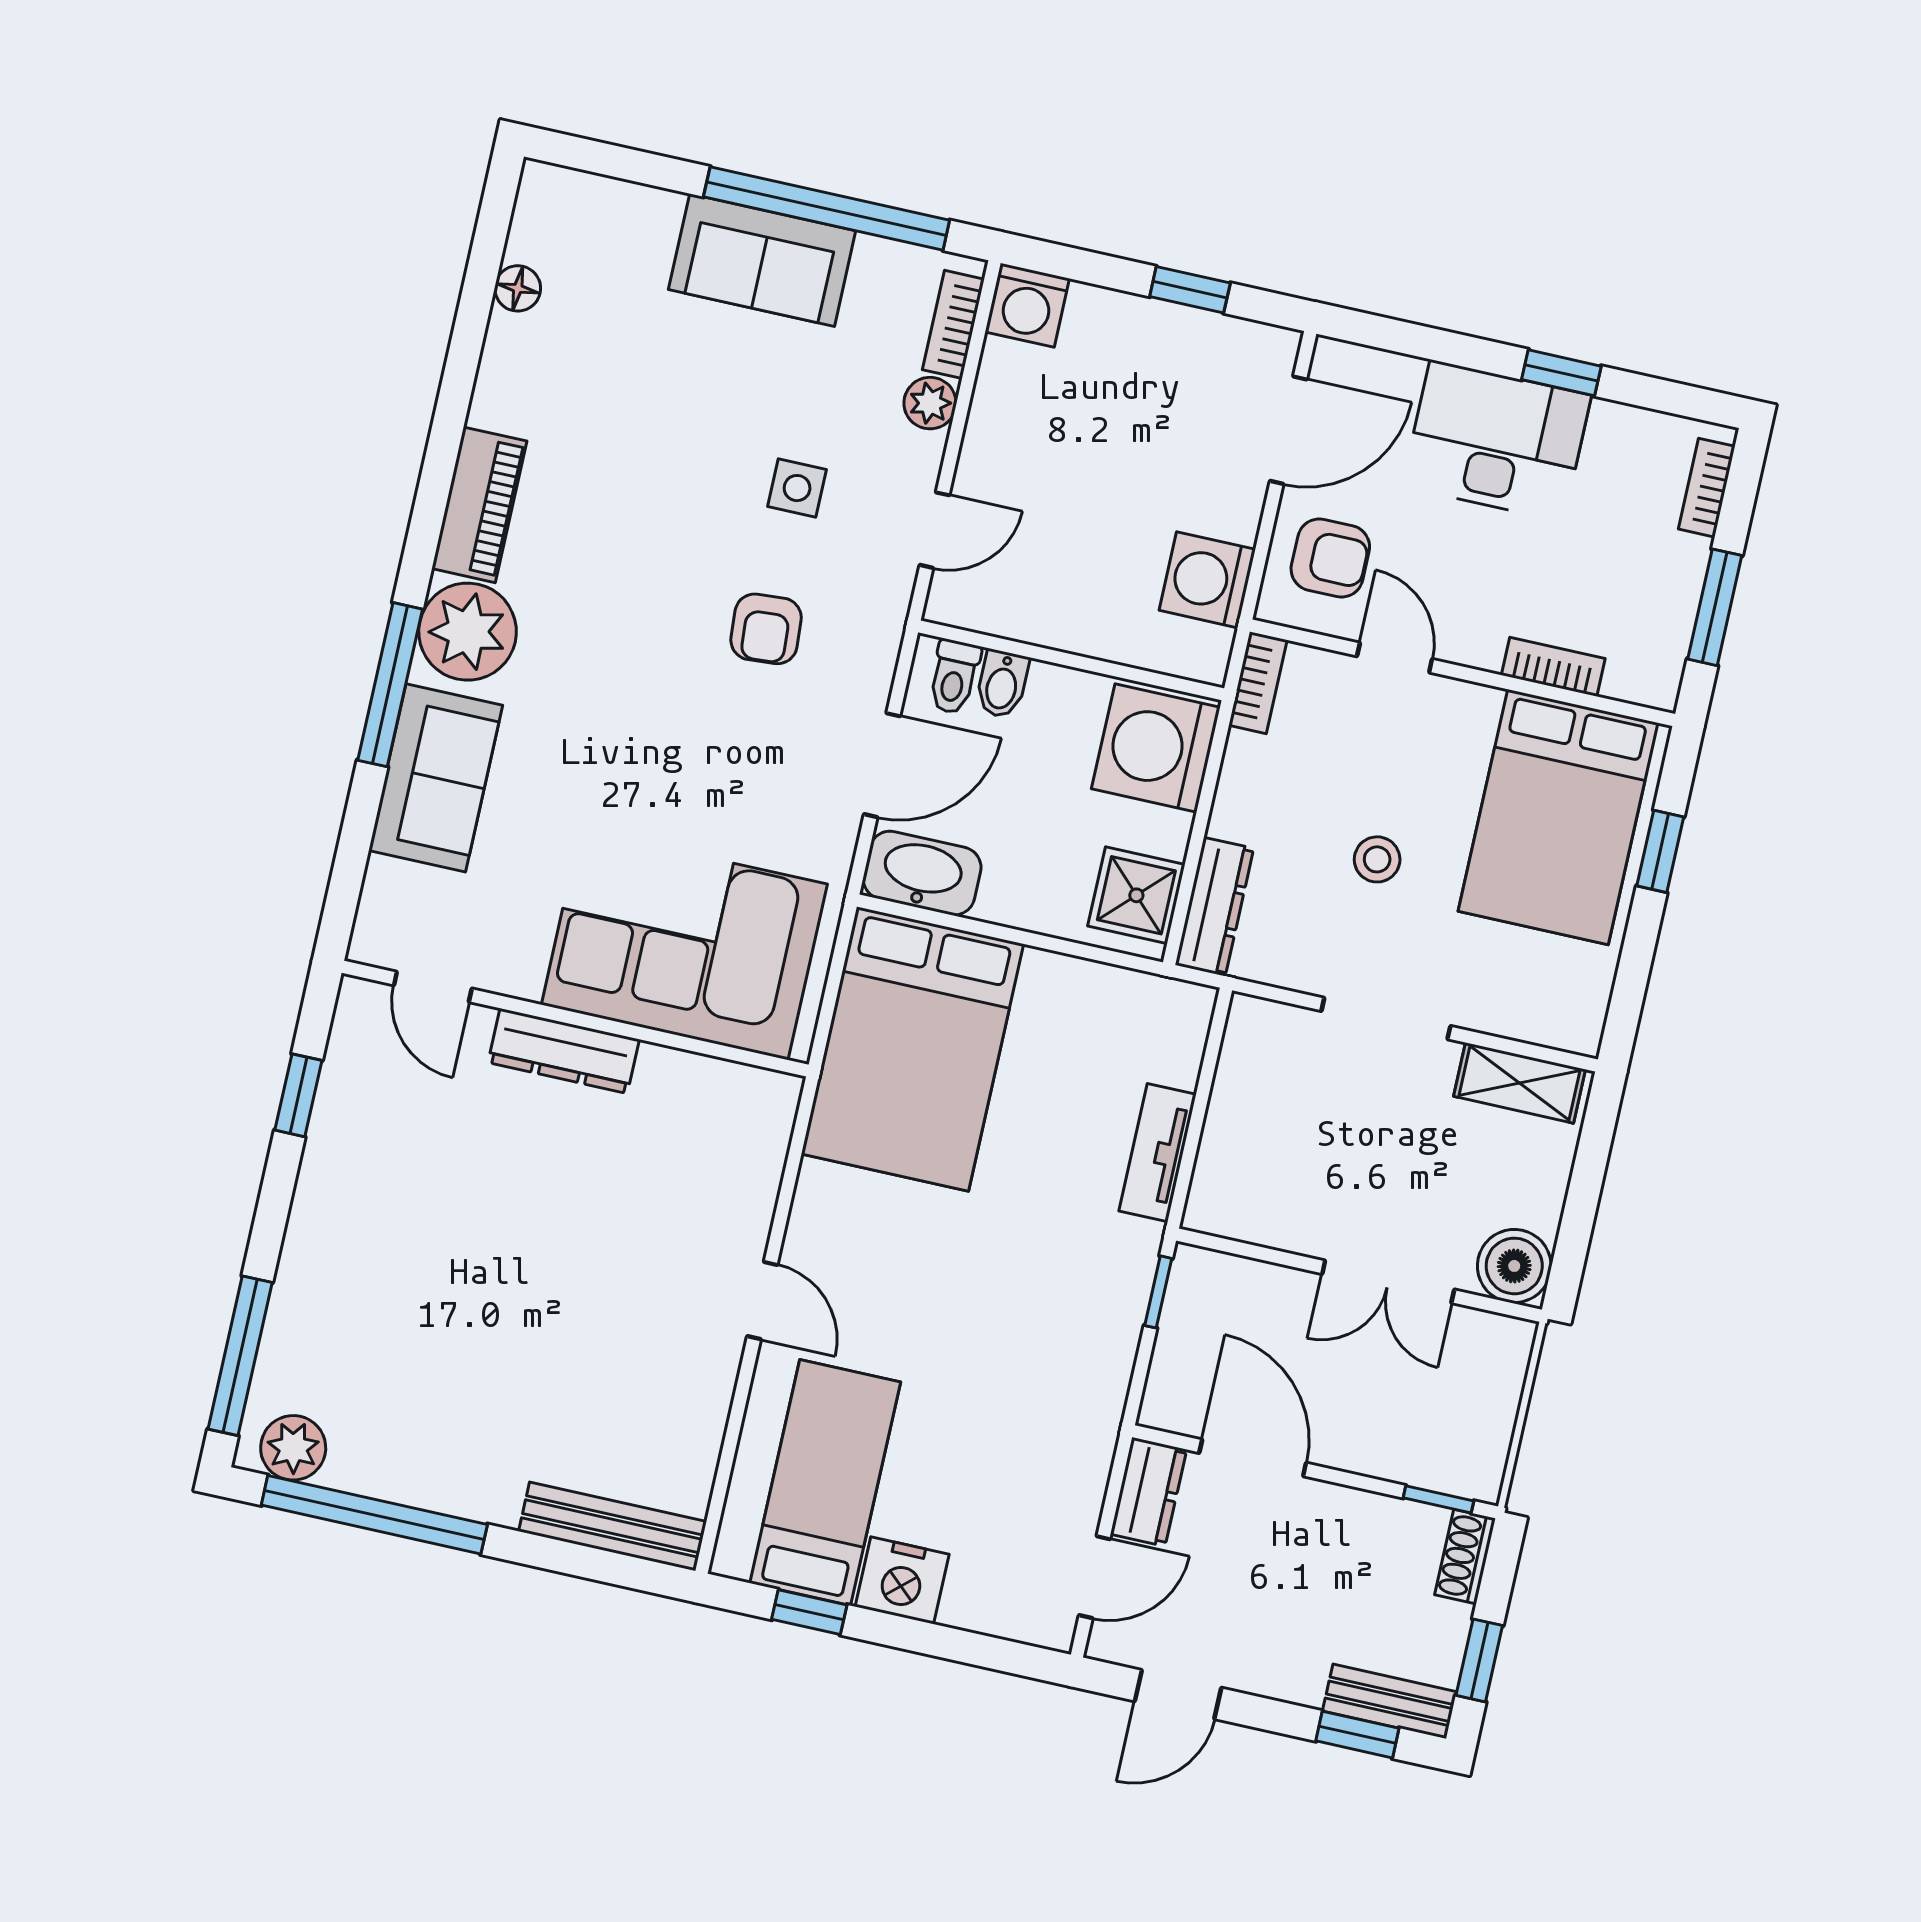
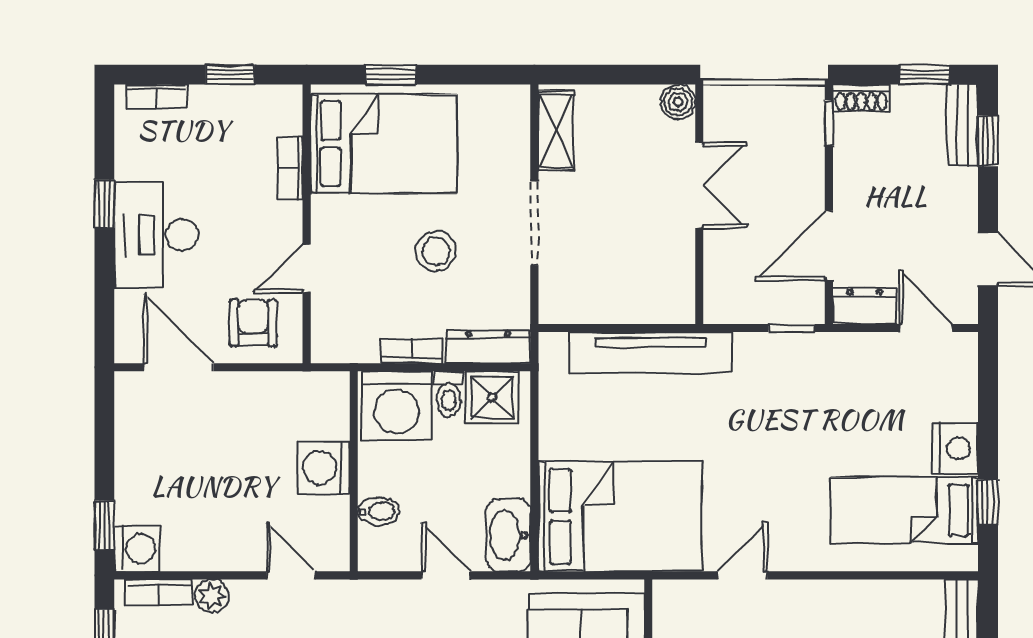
window: (1190, 290) -> (104, 525), moved
washing machine: (1207, 580) -> (324, 468), moved, turned 90
window: (1715, 607) -> (230, 75), width x0.67
toilet: (954, 677) -> (449, 394), moved, turned 90
bookcase: (1258, 683) -> (412, 351), moved
door: (882, 765) -> (446, 575), width x0.73
stool: (1377, 859) -> (436, 251), width x1.37, depth x1.37
tv unit: (1158, 1153) -> (651, 353), width x1.92, depth x1.29
boiler: (1514, 1266) -> (678, 102), width x0.73, depth x0.73
window: (1158, 1292) -> (792, 328), moved
door: (762, 1301) -> (743, 575), moved

